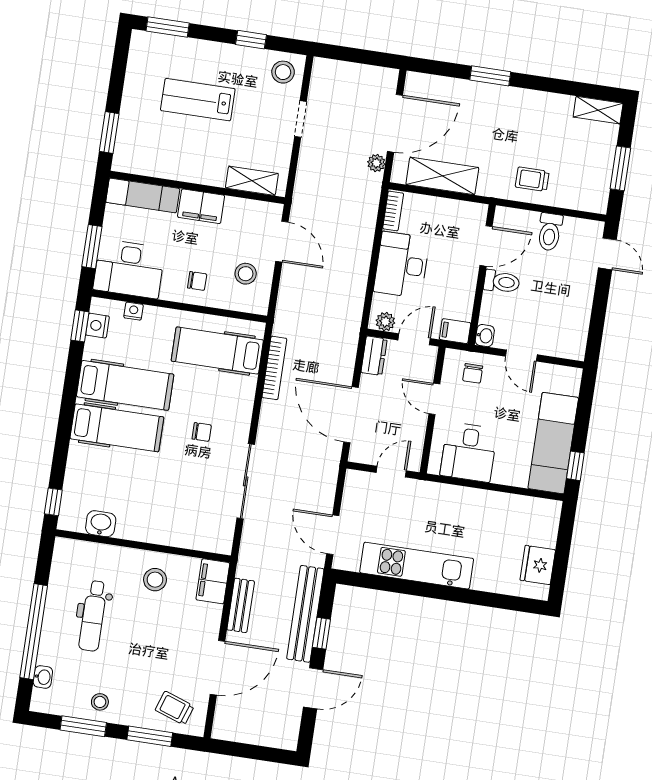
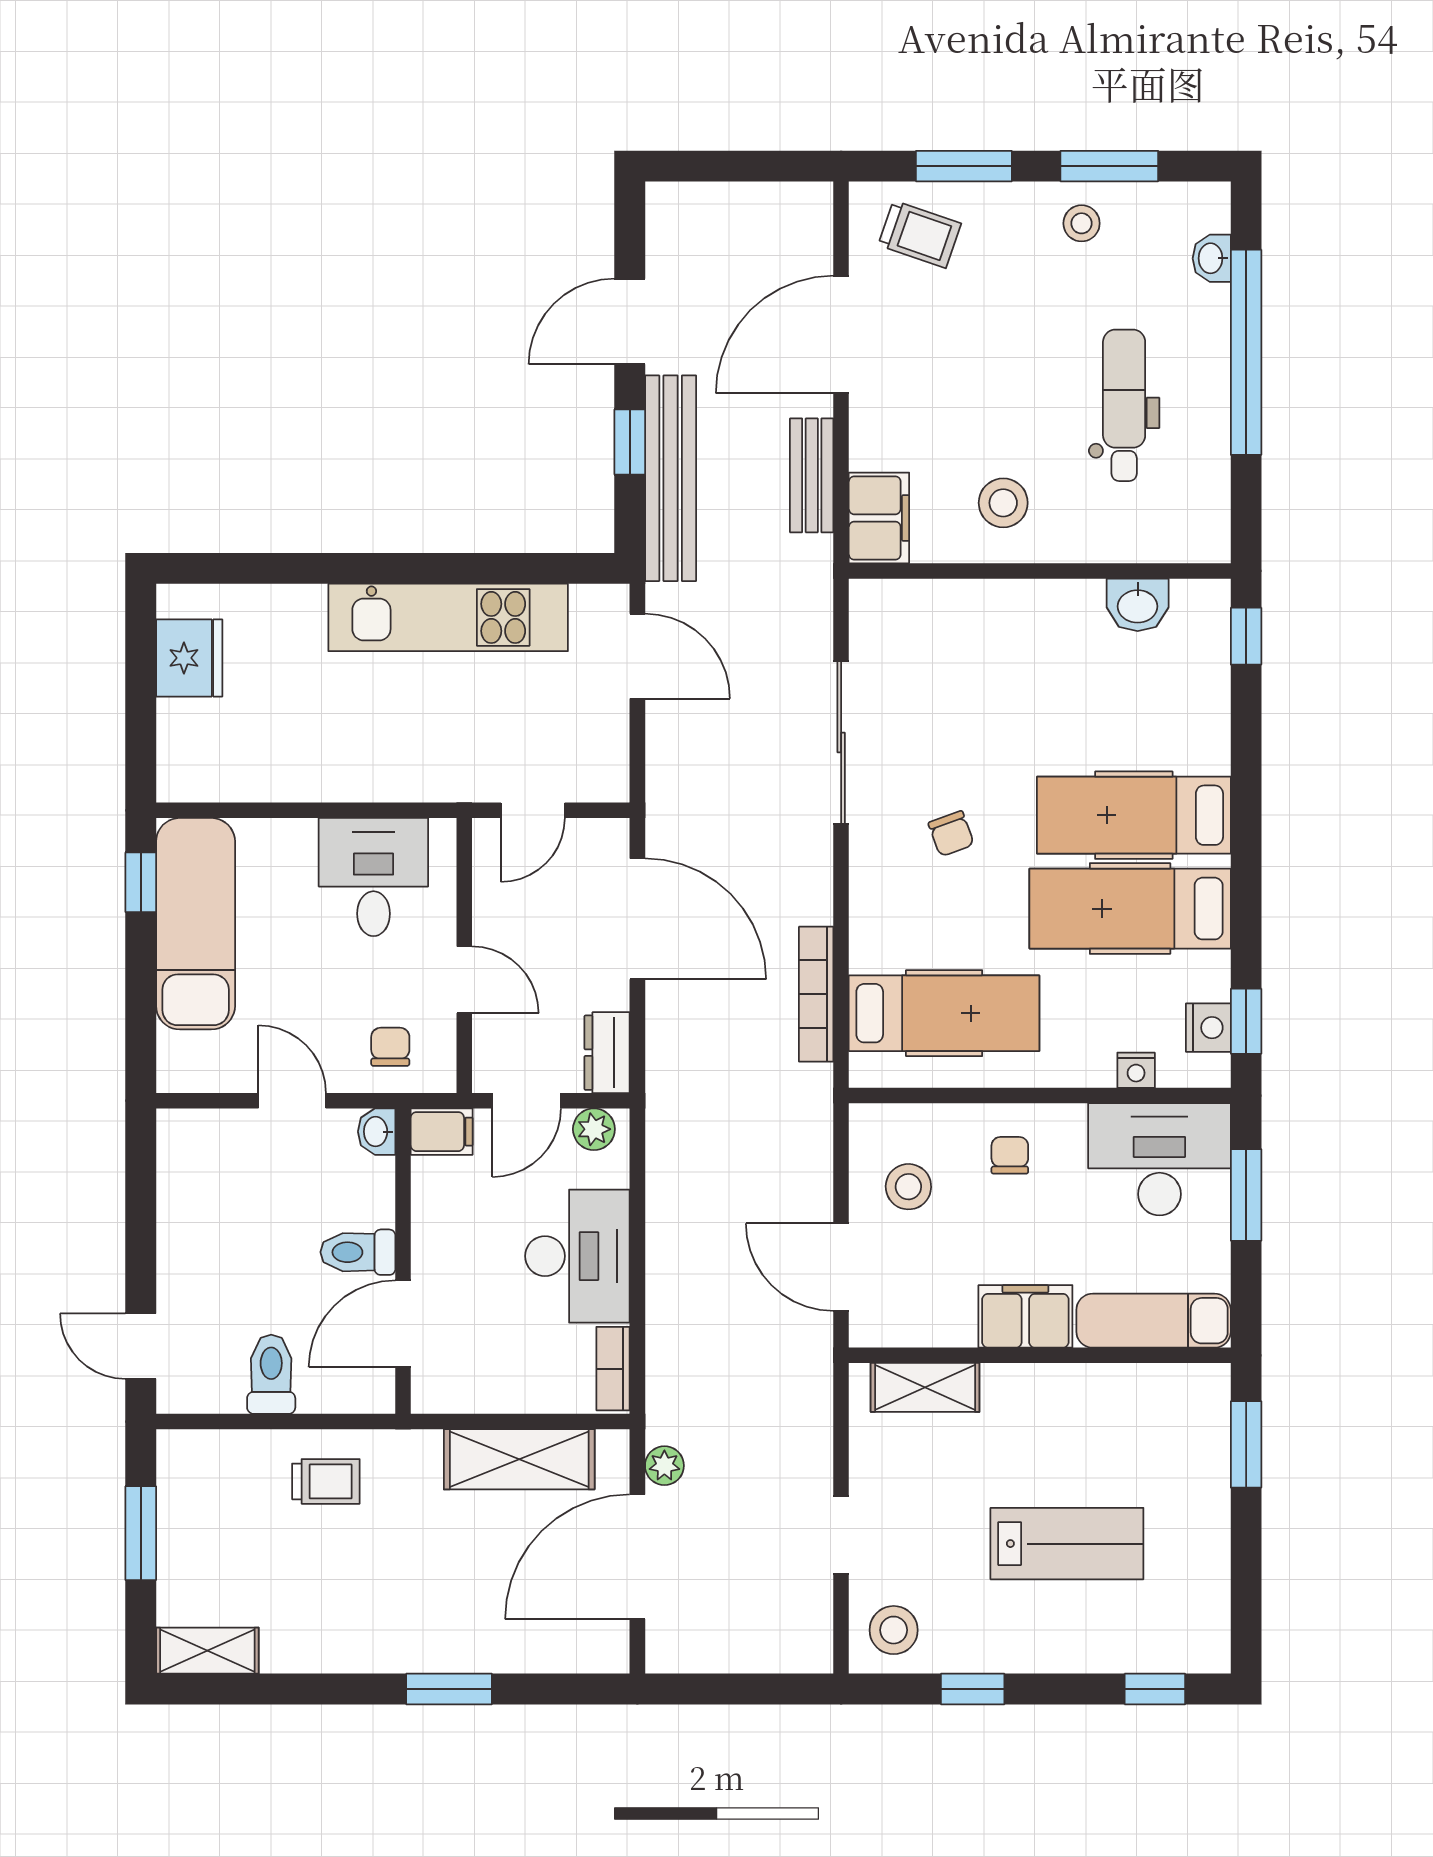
window: (168, 27) -> (1155, 1689), width x0.67
chair: (197, 281) -> (1010, 1155), turned 90
chair: (202, 432) -> (951, 834), turned -110

